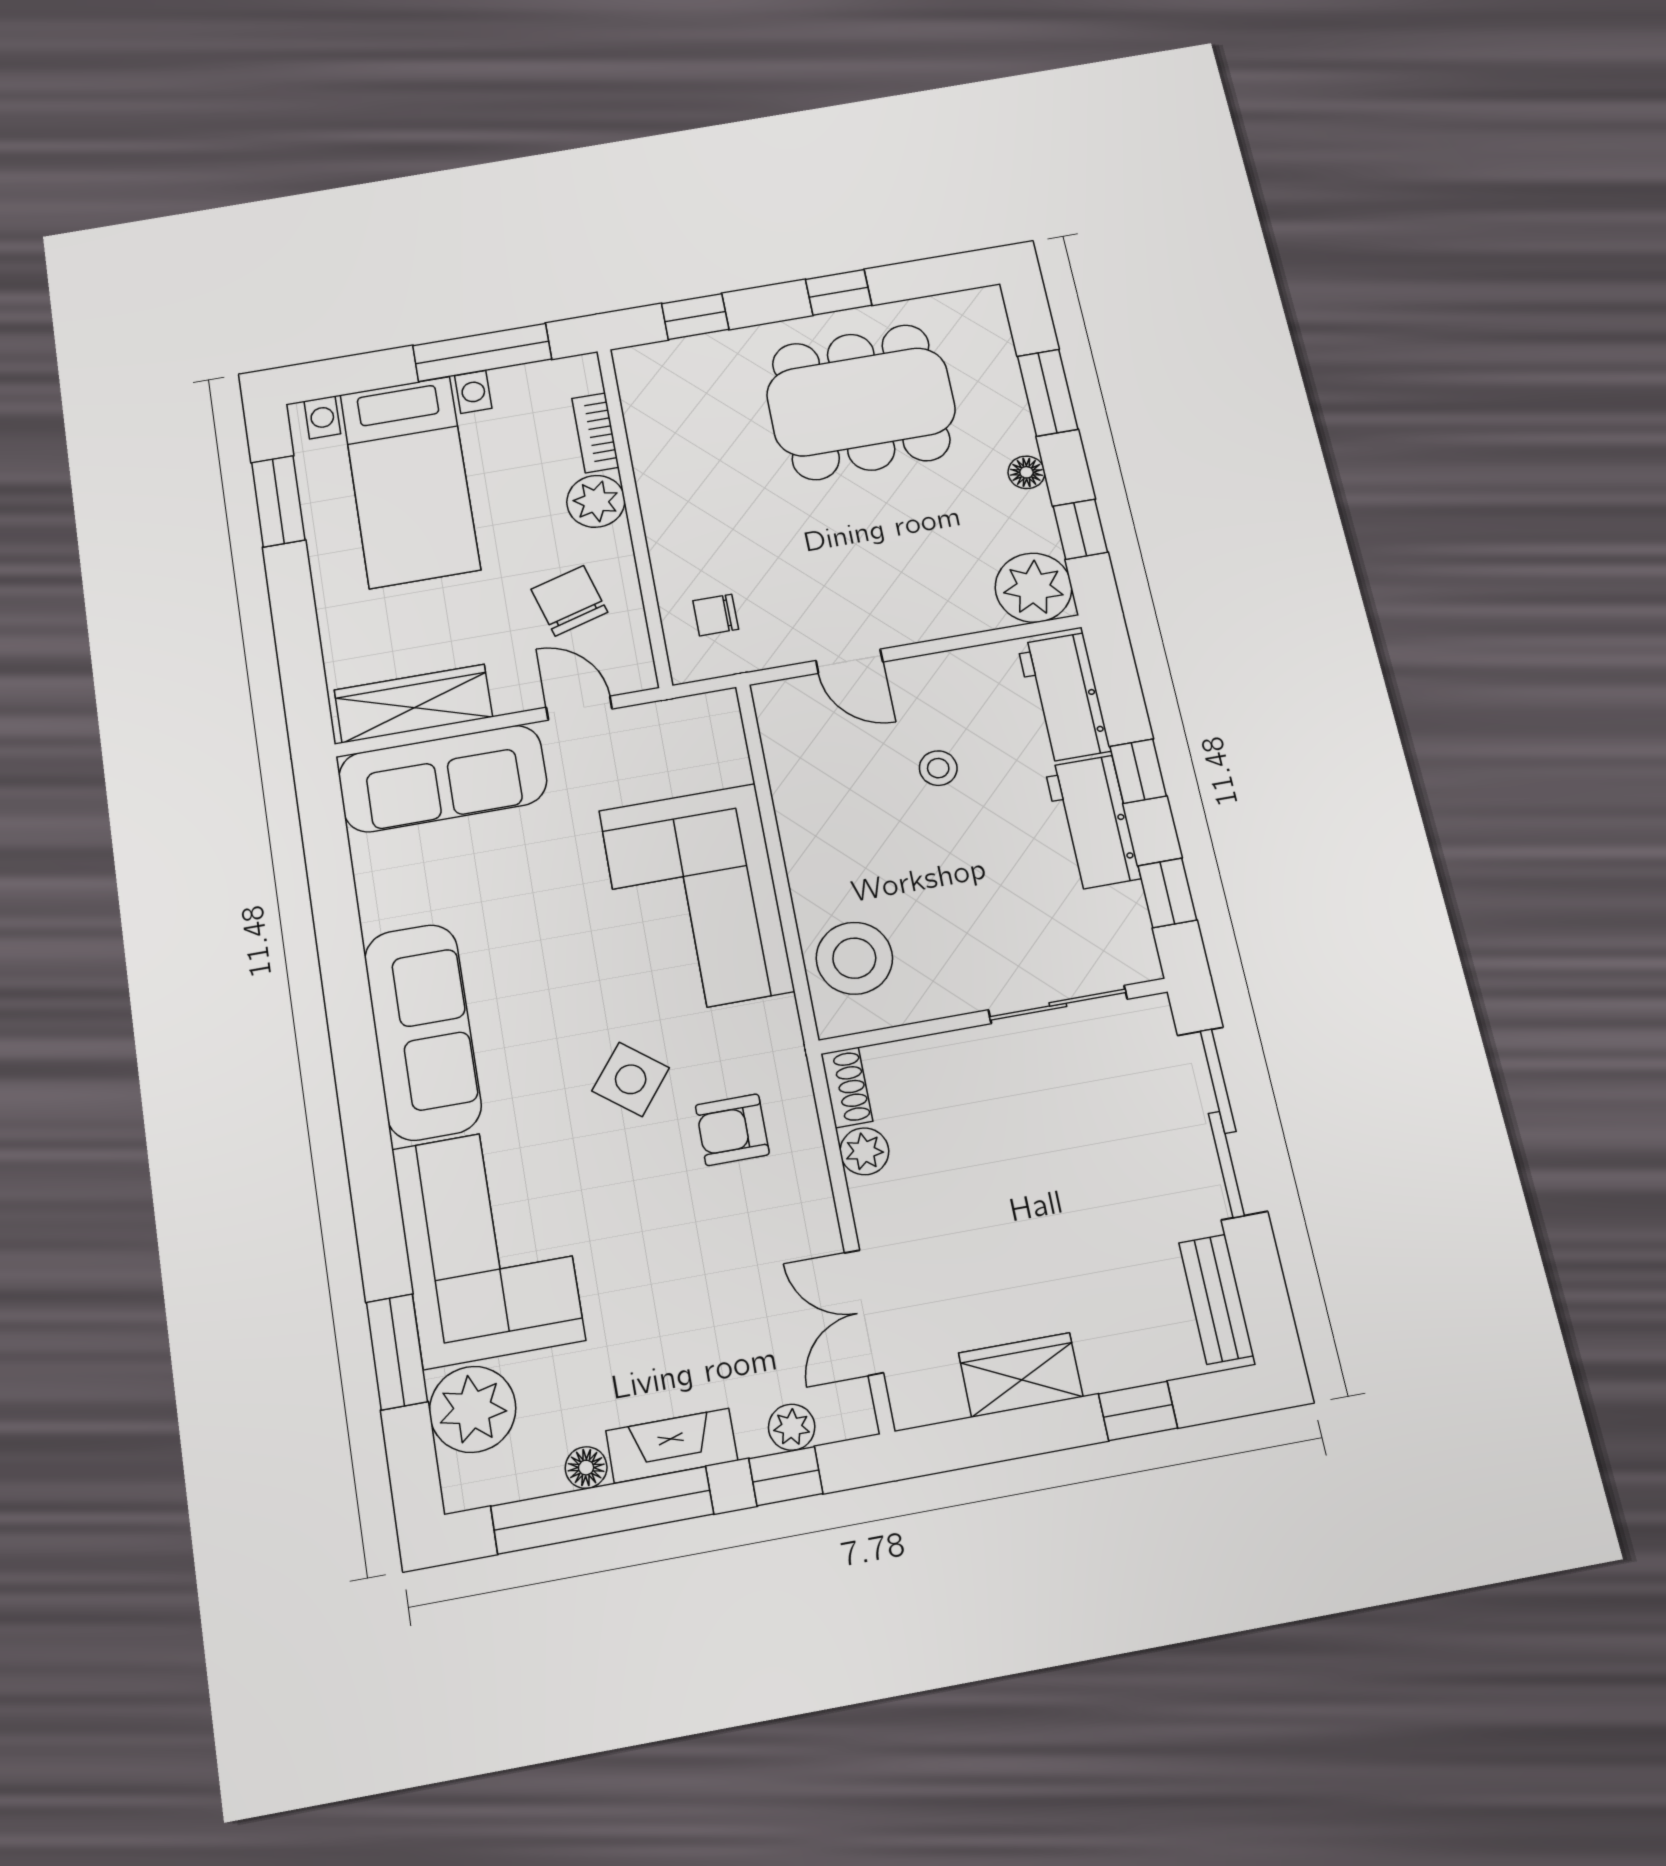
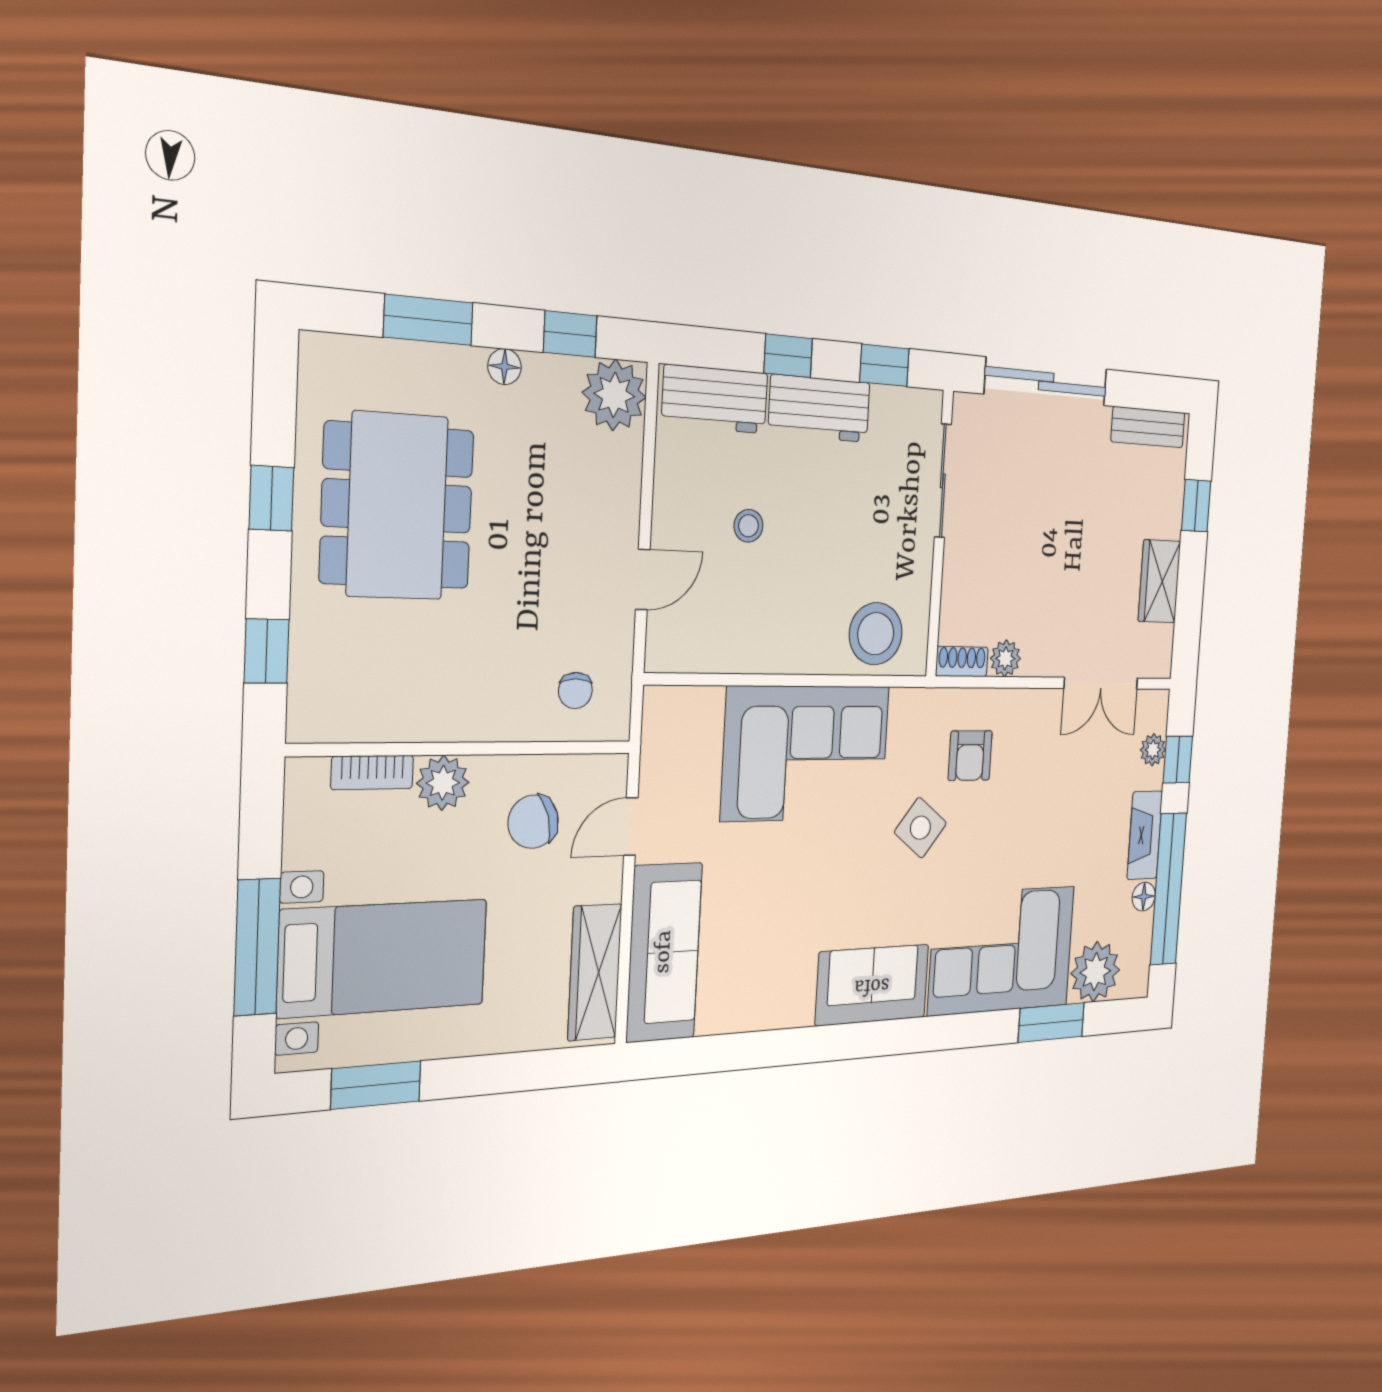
window: (482, 352) -> (257, 947), moved
sofa: (423, 1031) -> (872, 985), width x0.73

